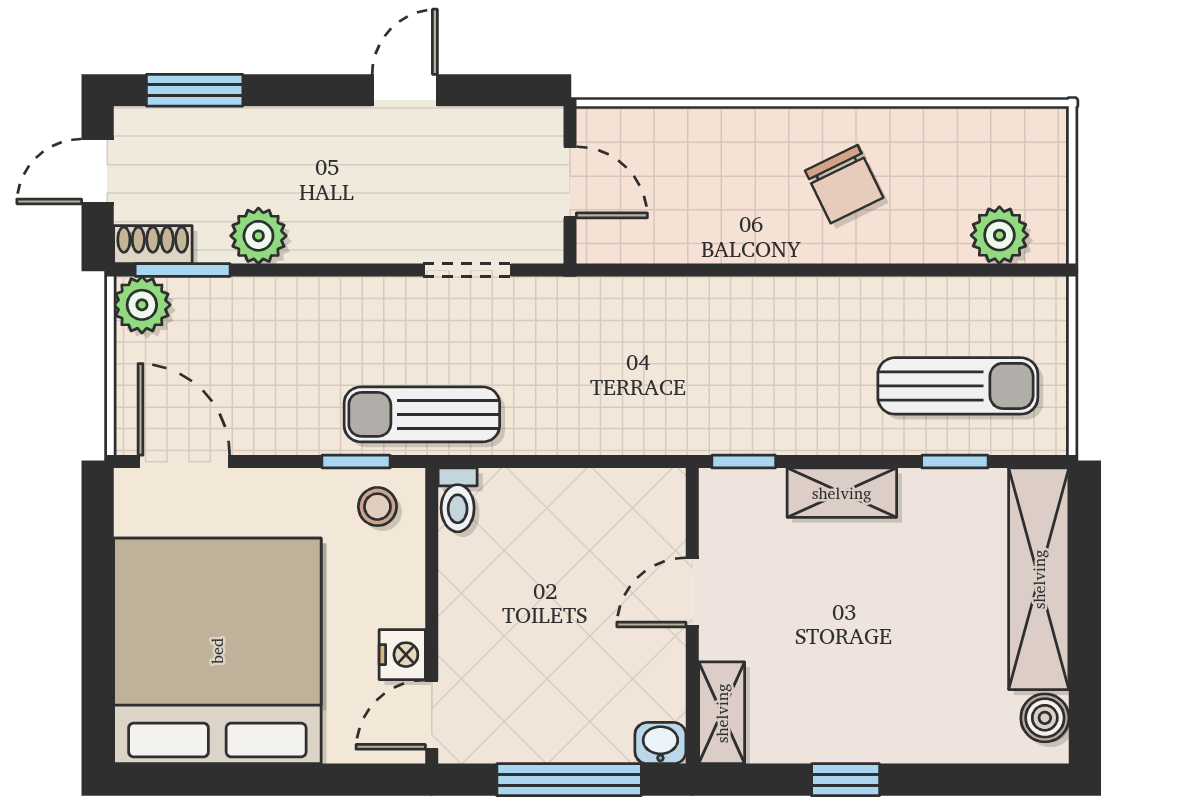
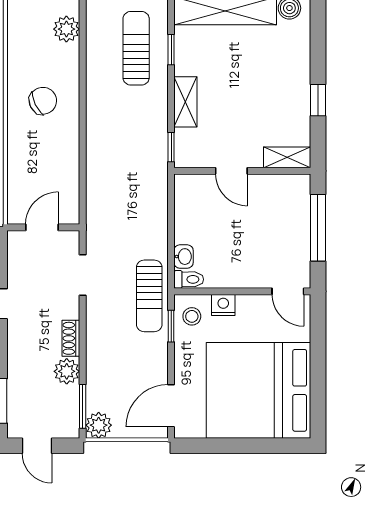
shoe rack: (153, 245) -> (71, 338), moved
nightstand: (402, 655) -> (223, 305), moved
washbasin: (660, 743) -> (184, 257), moved, turned 180

